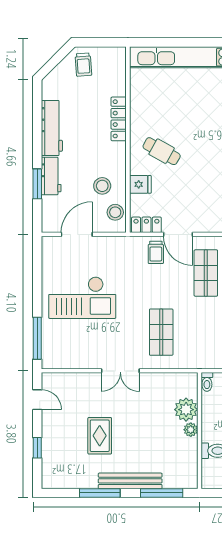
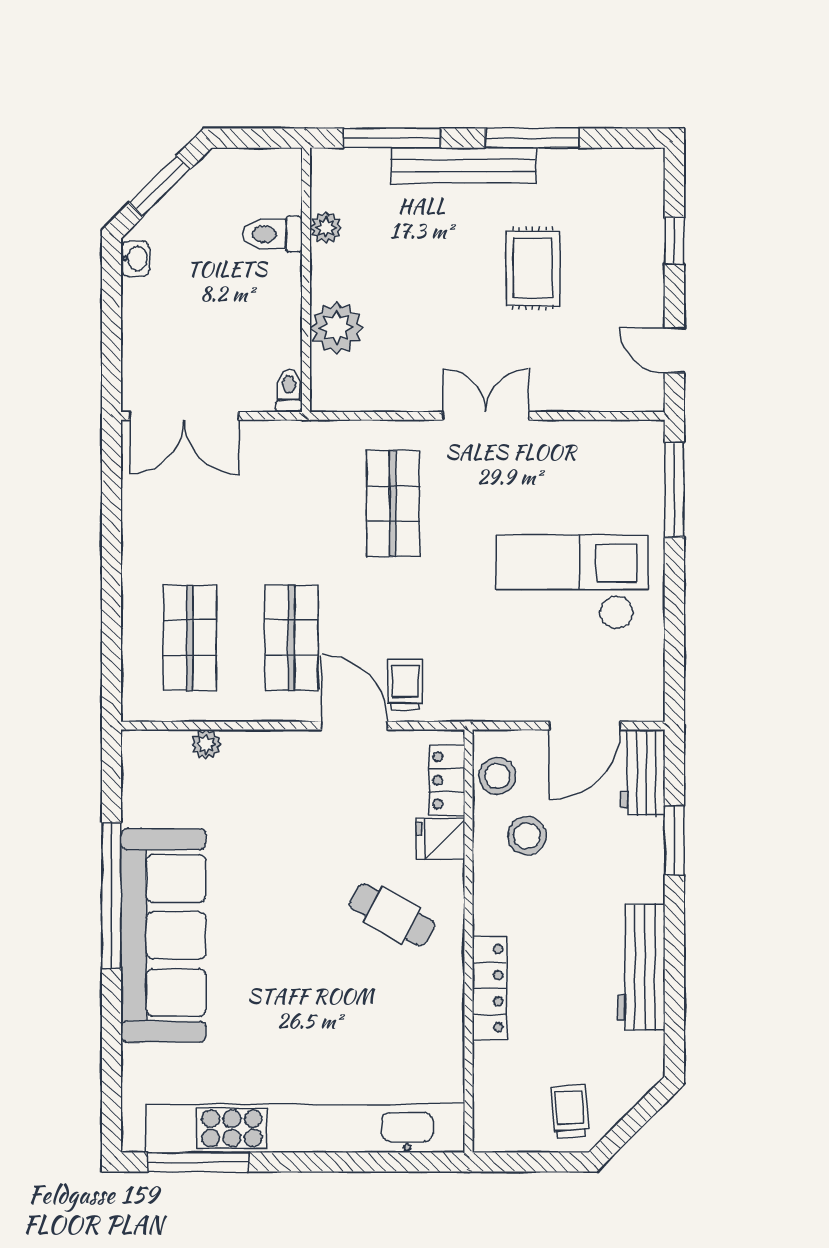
workbench: (51, 176) -> (643, 772), moved
locker: (146, 225) -> (447, 780), moved, turned 90
plant: (191, 430) -> (326, 227), moved

